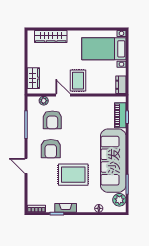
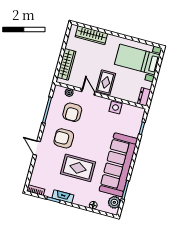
wardrobe: (33, 78) -> (67, 64), width x1.50
side table: (95, 103) -> (116, 107), added
piano: (120, 115) -> (136, 125), removed
armchair: (51, 149) -> (64, 138), turned 90

